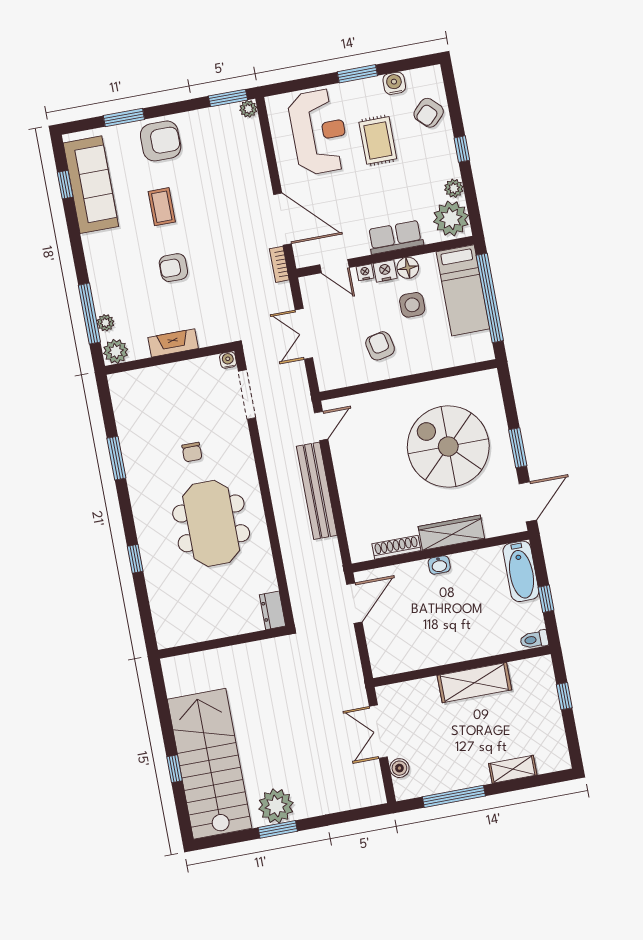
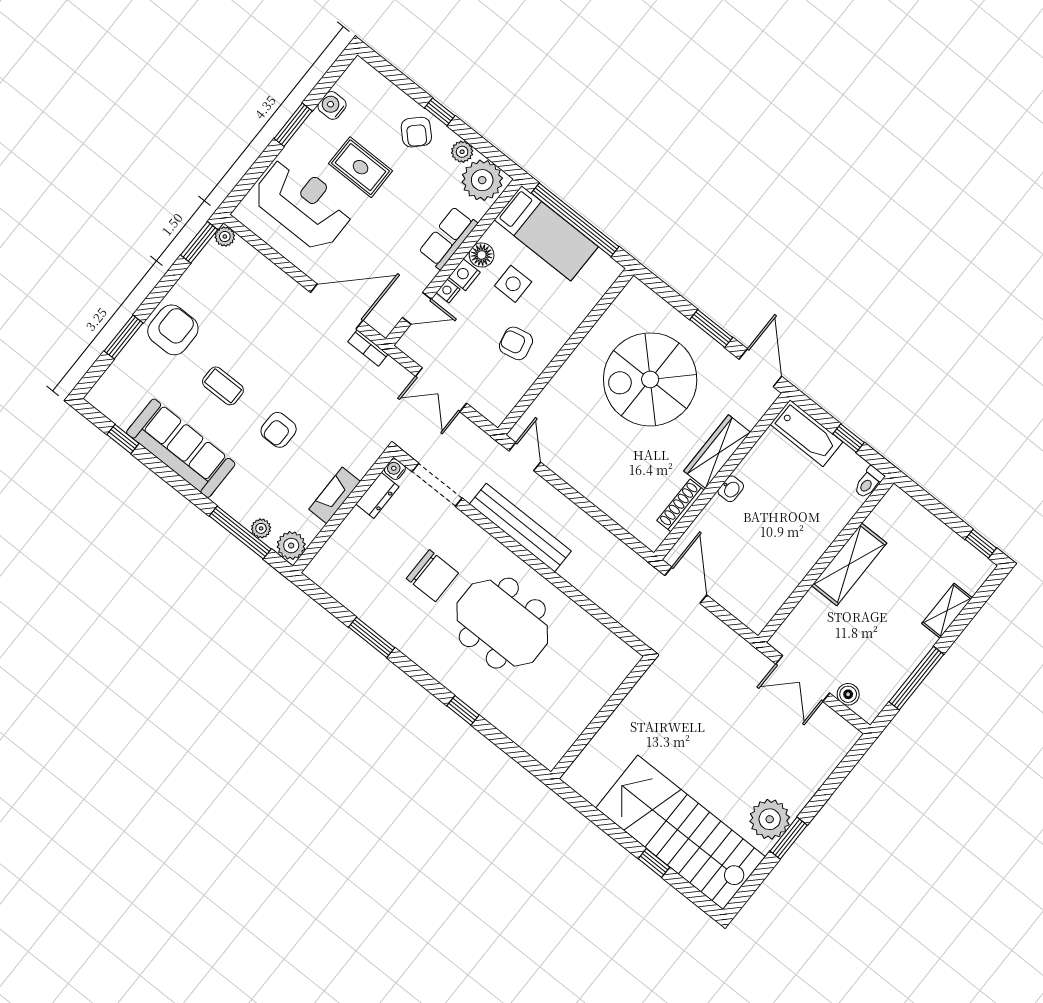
armchair: (429, 113) -> (416, 132), moved
sofa: (91, 185) -> (181, 448), moved
chair: (192, 452) -> (432, 576), width x1.87, depth x1.87
bench: (317, 491) -> (520, 528), moved
dresser: (272, 610) -> (377, 495), moved, turned -90
window: (564, 696) -> (981, 544), moved

